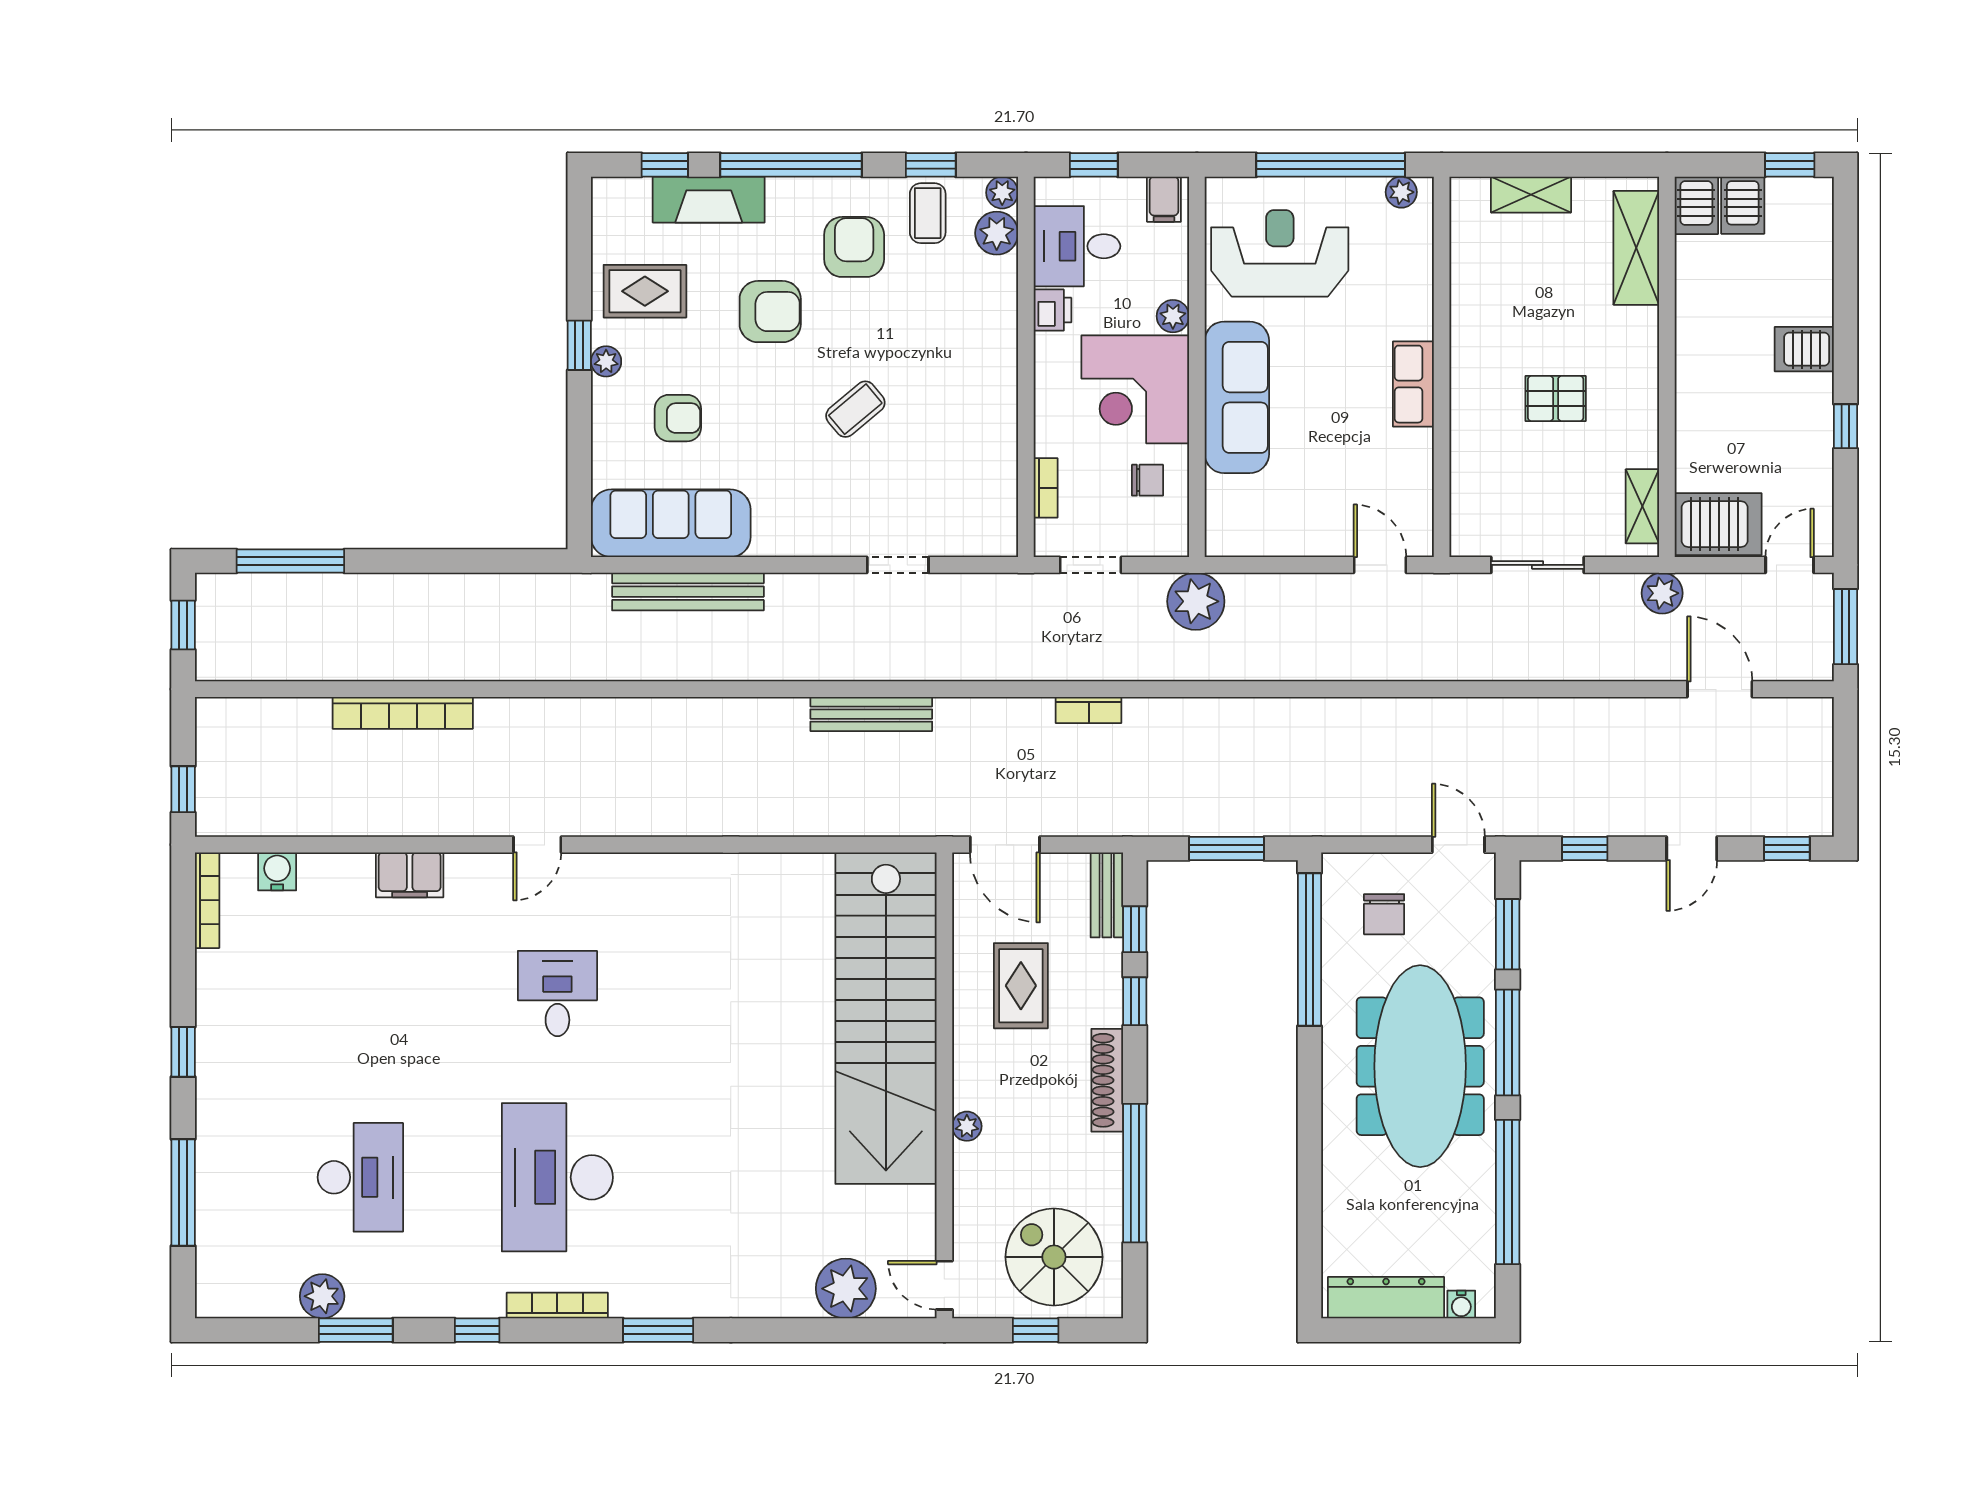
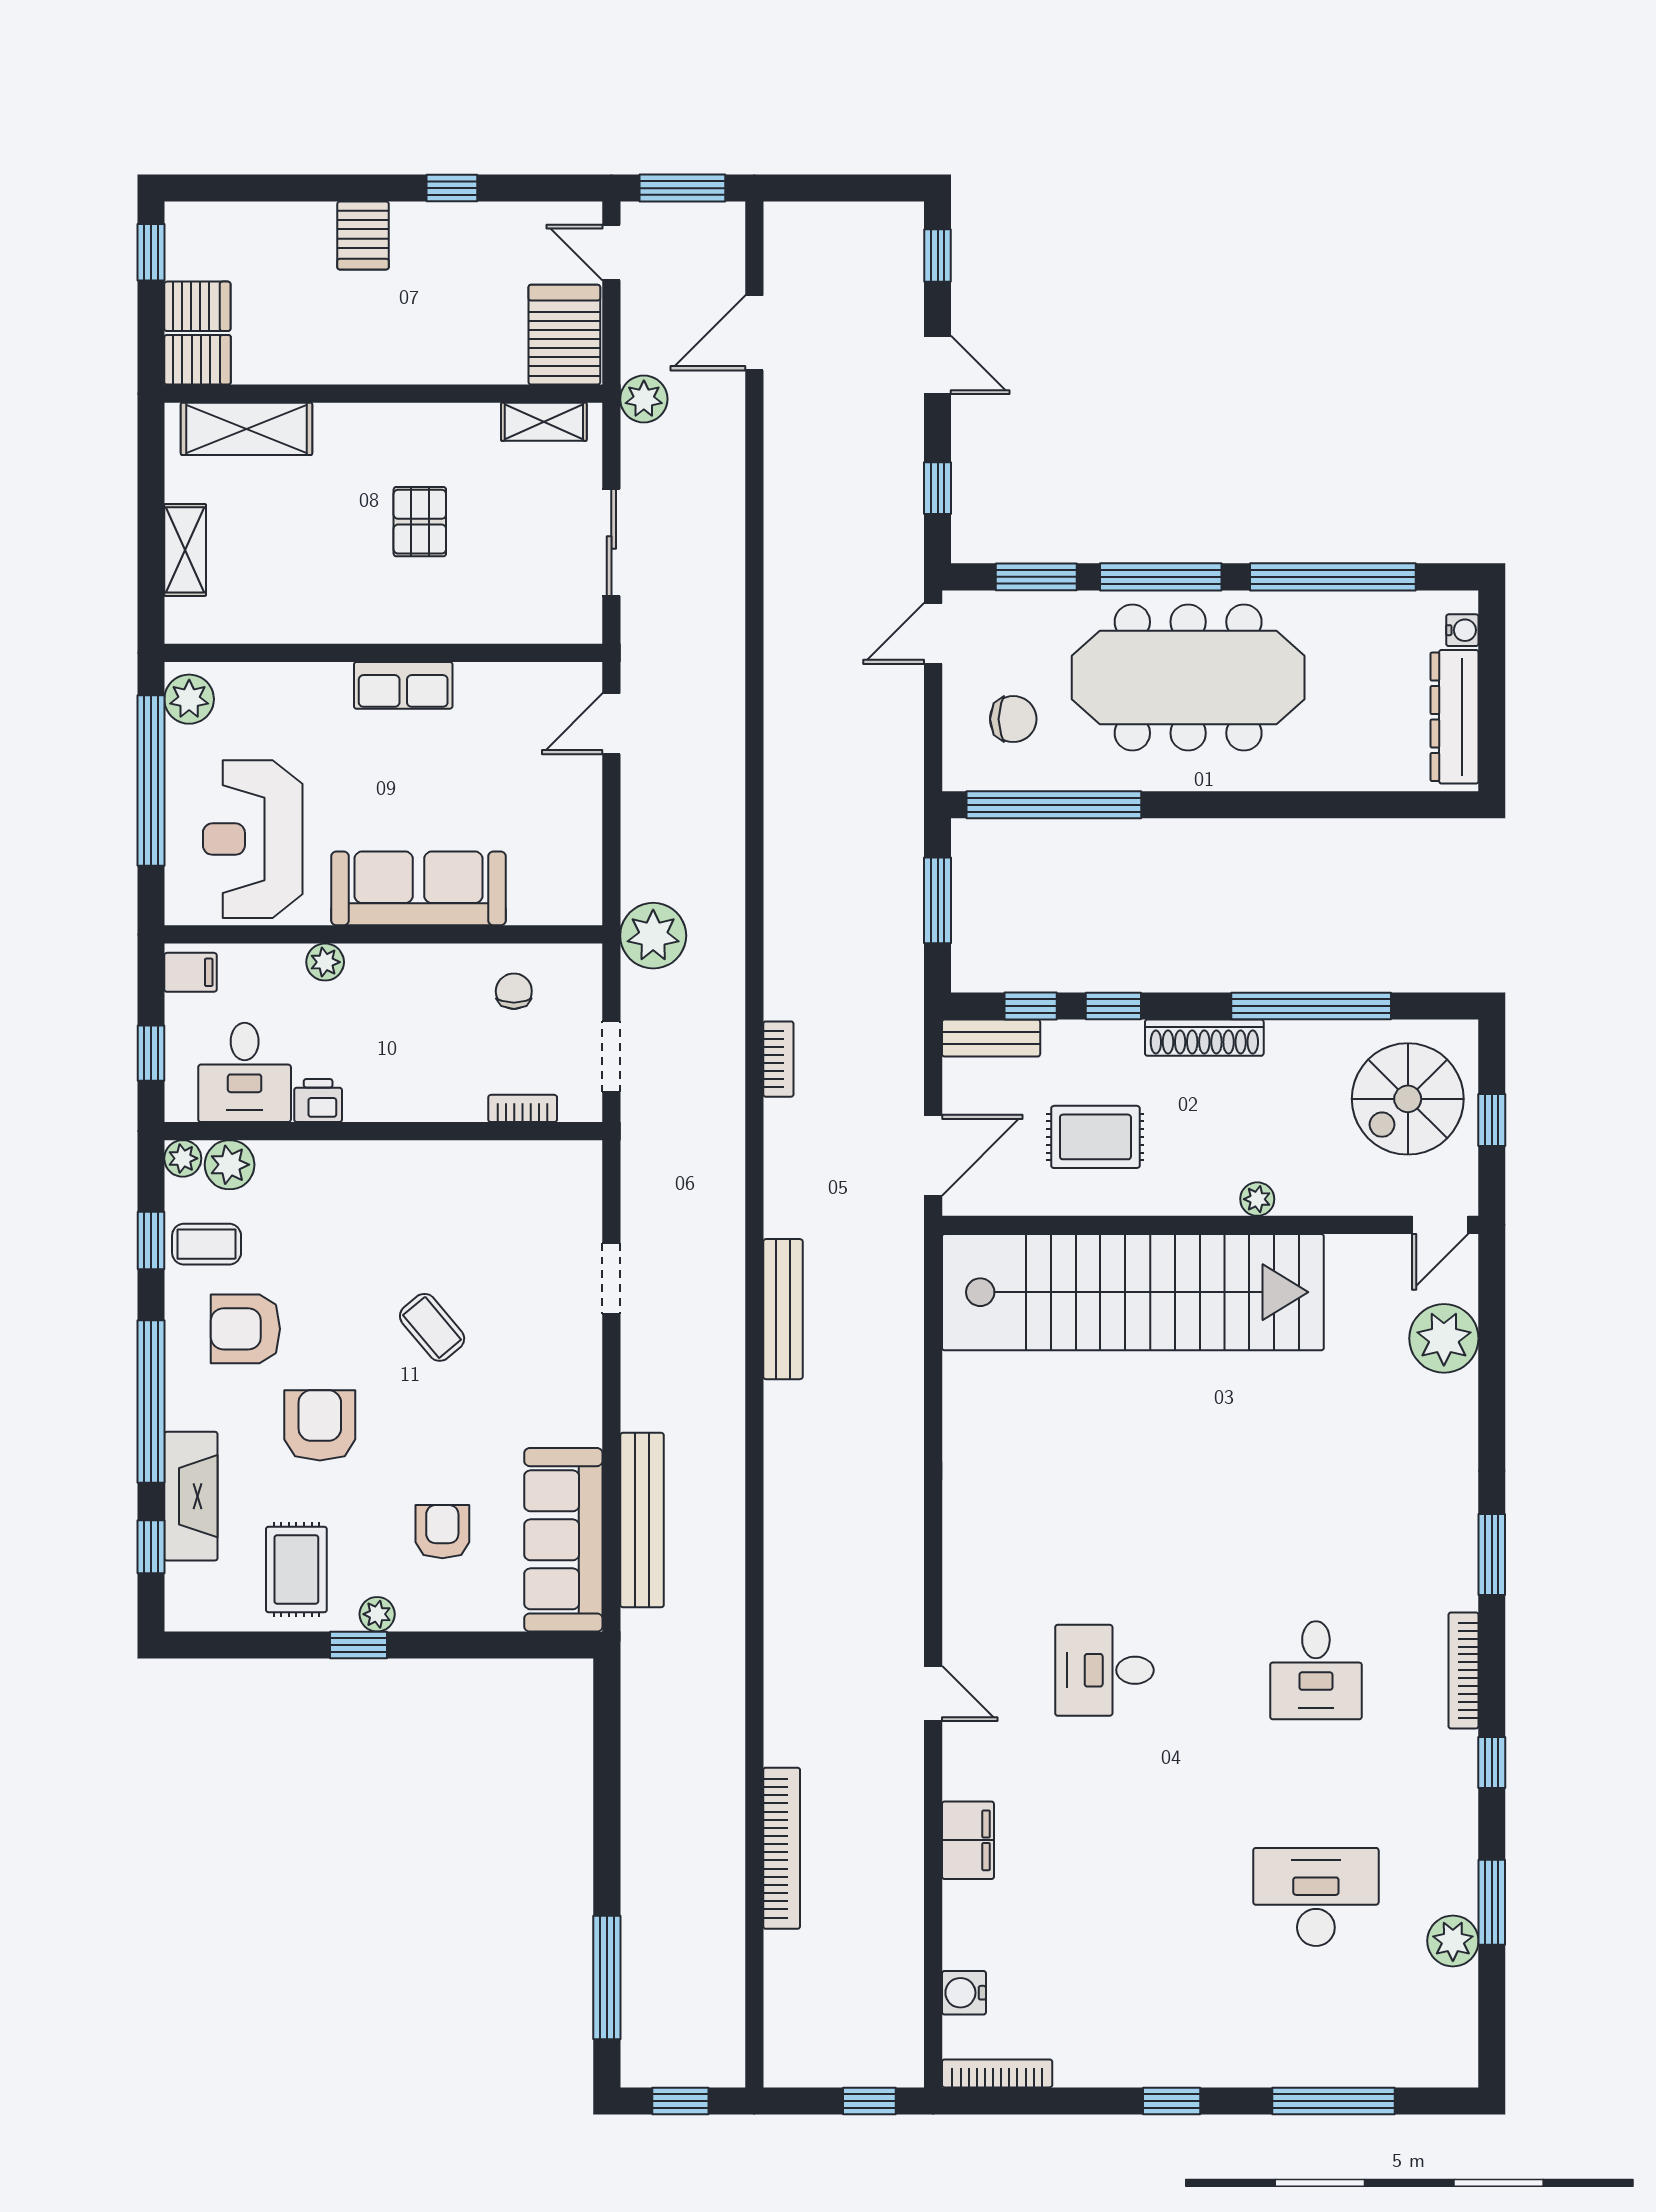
plant: (1401, 192) -> (189, 699), width x1.38, depth x1.38
corner desk: (1135, 389) -> (409, 1005), removed
desk: (557, 1177) -> (1316, 1670), width x0.53, depth x0.77

